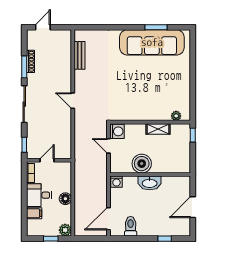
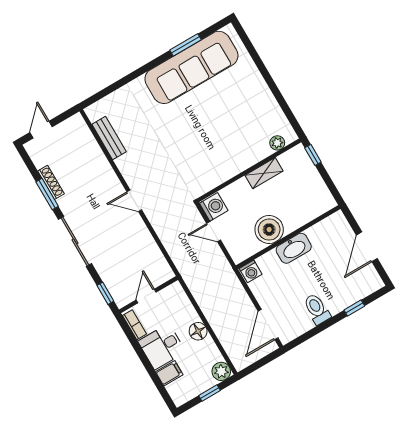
toilet: (131, 226) -> (317, 309), moved

